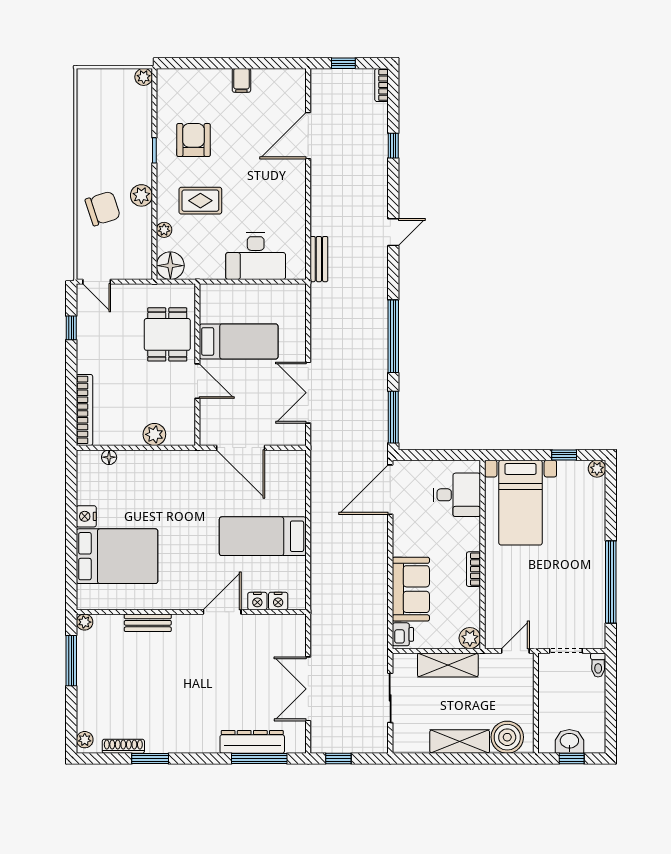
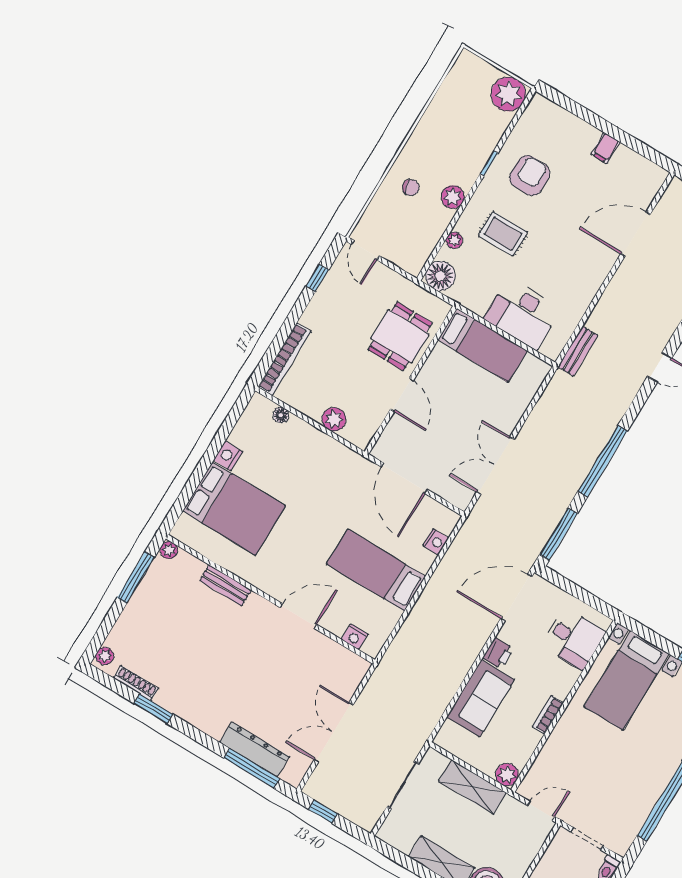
plant: (144, 77) -> (508, 94), width x1.87, depth x1.87
chair: (103, 208) -> (411, 188), width x0.54, depth x0.54
bed: (239, 341) -> (483, 345), moved
nightstand: (257, 601) -> (436, 542), moved, turned -90
printer: (403, 634) -> (498, 653), moved

